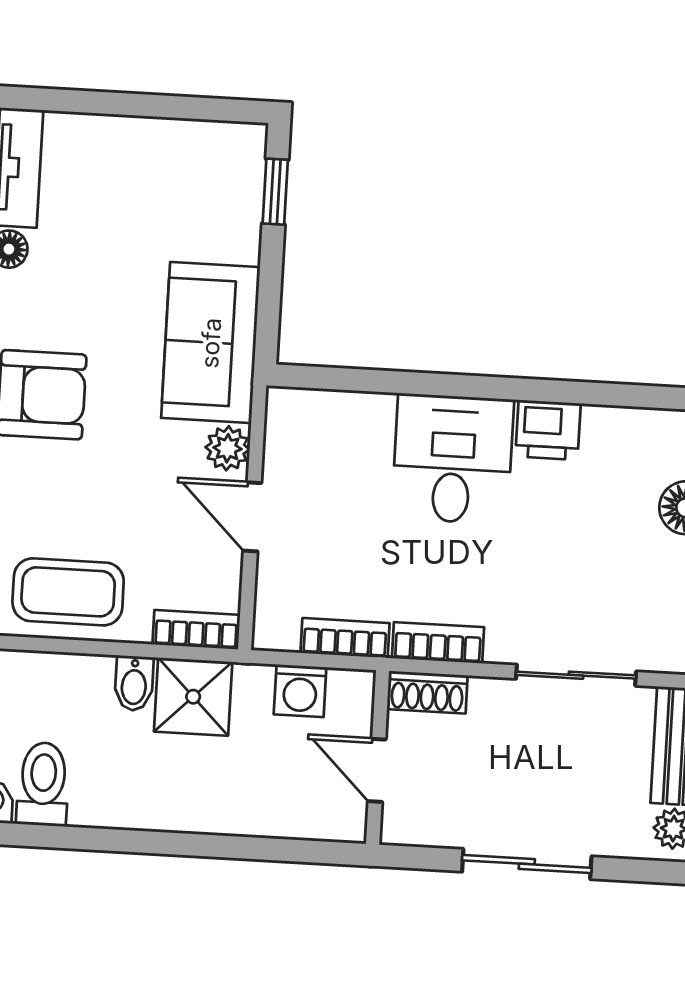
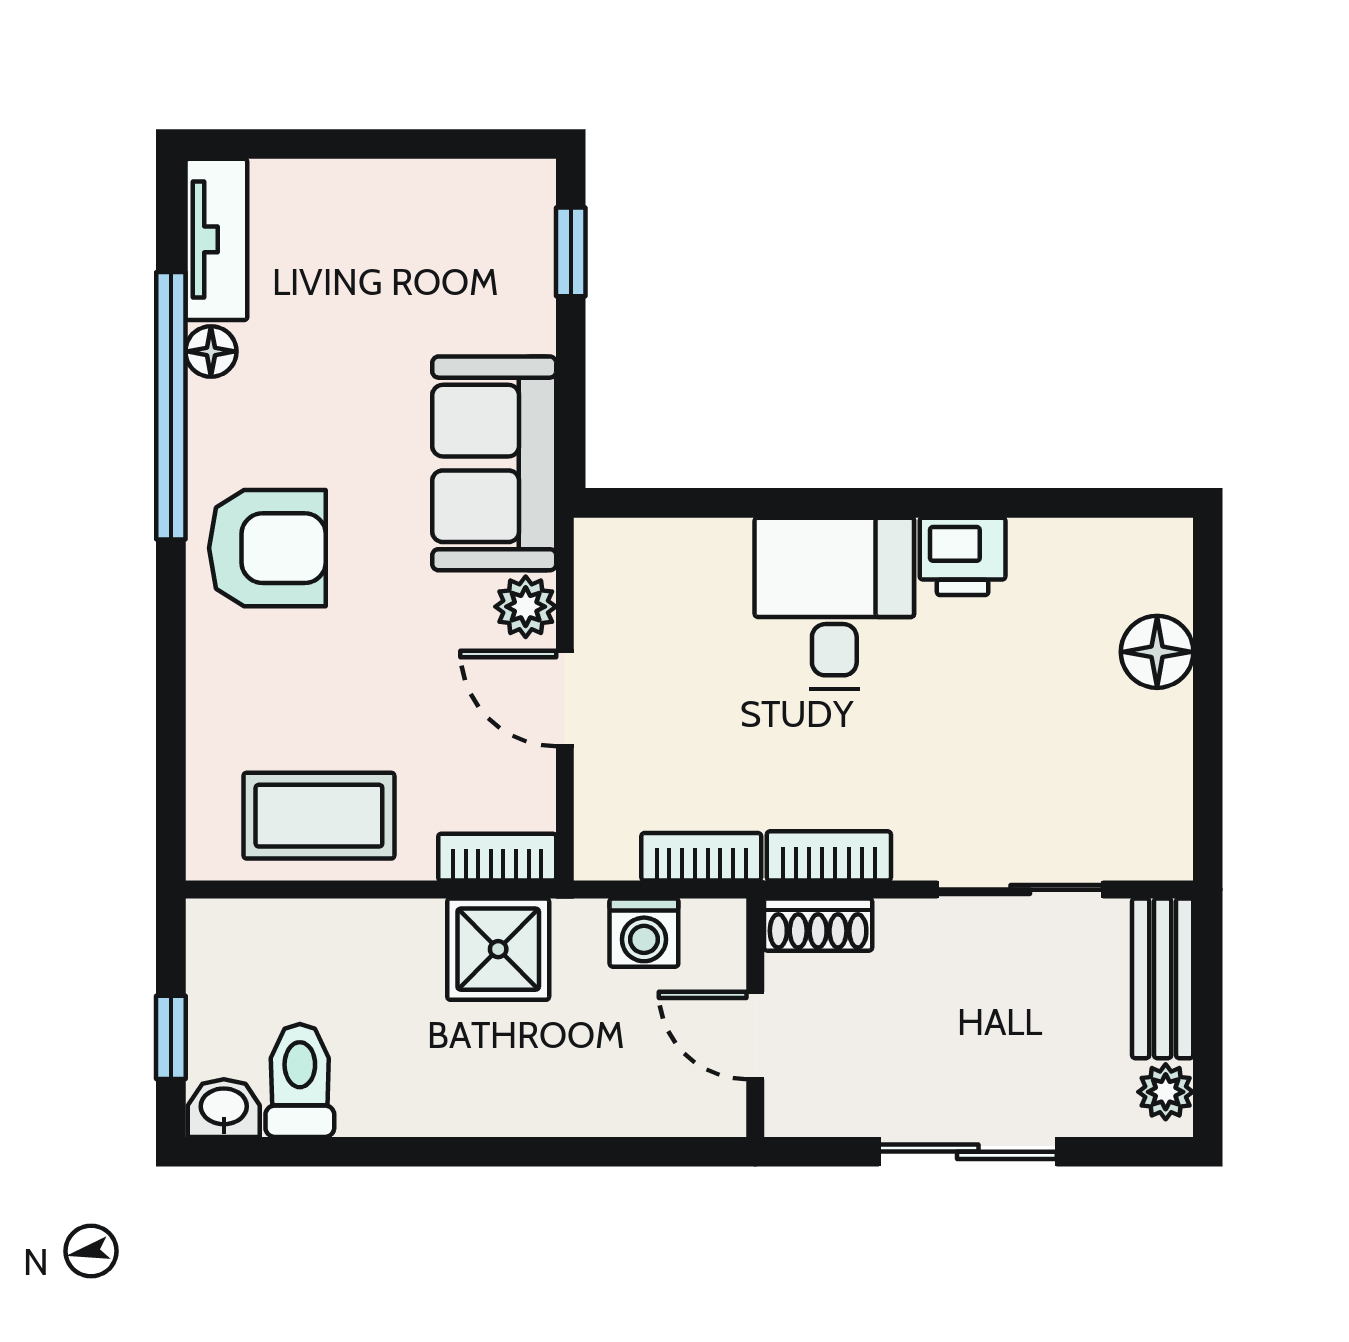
bidet: (134, 683) -> (416, 935), removed

